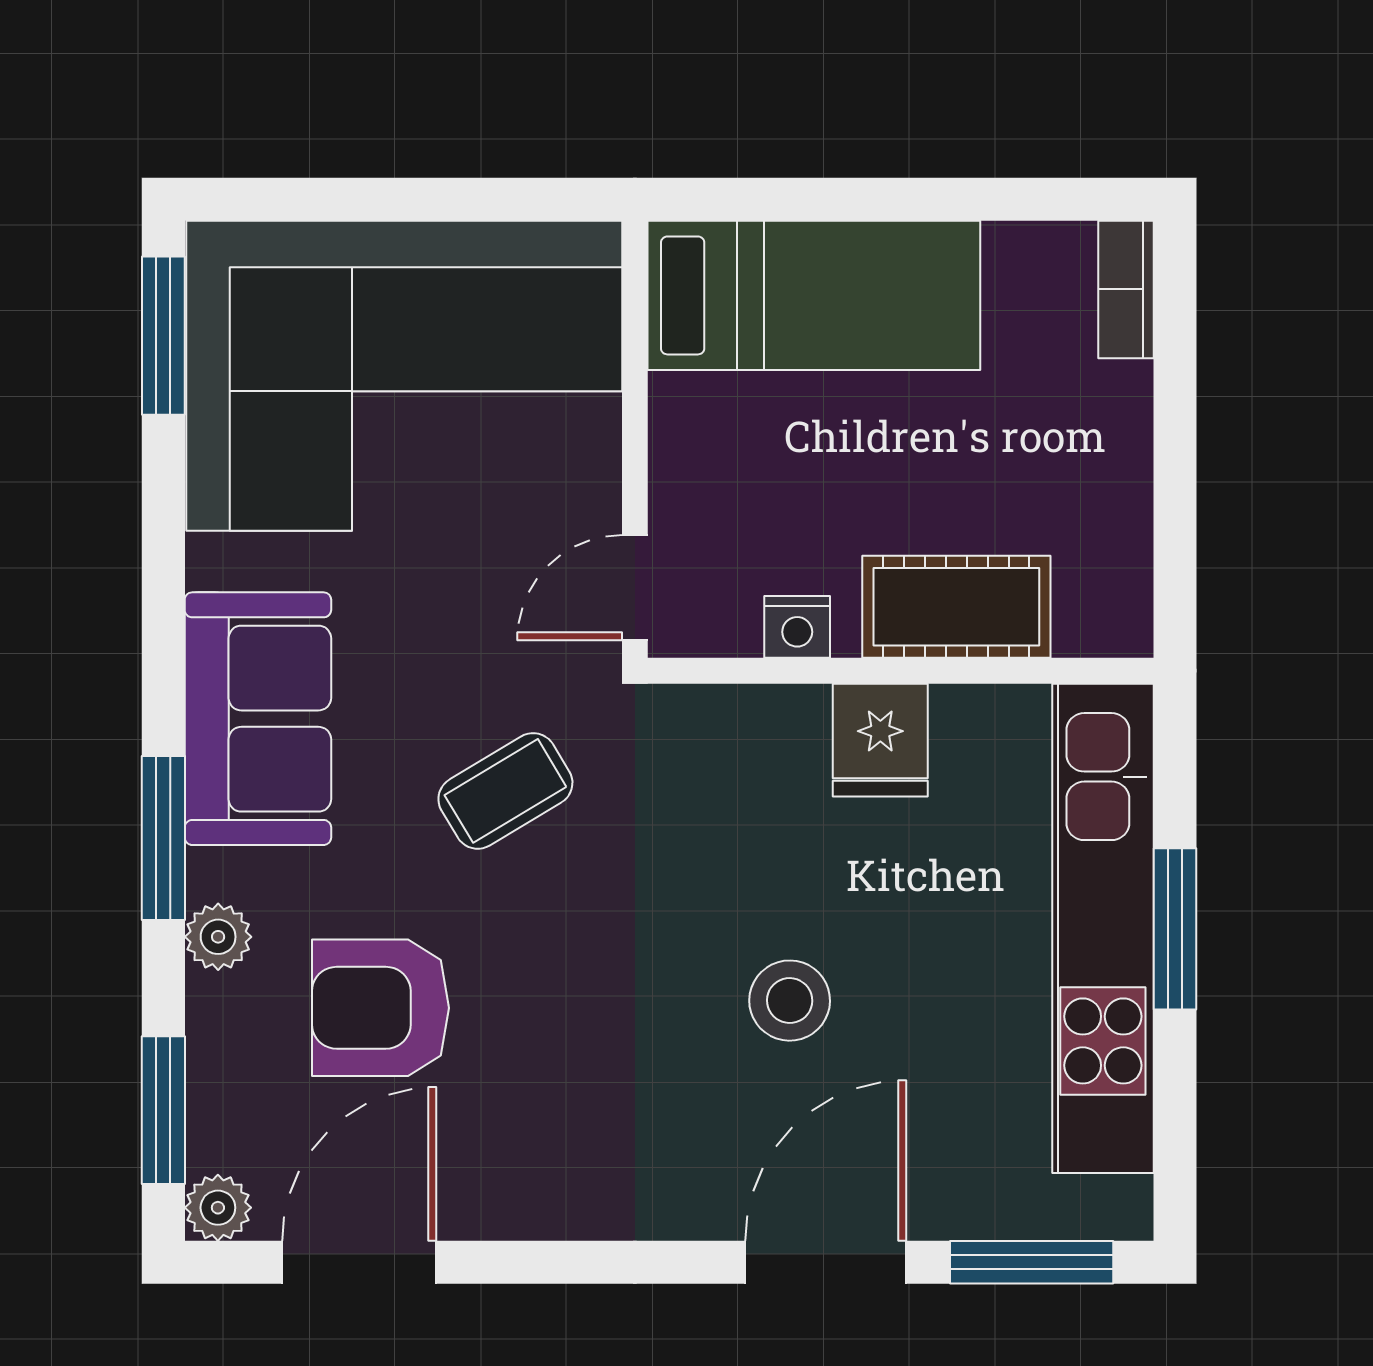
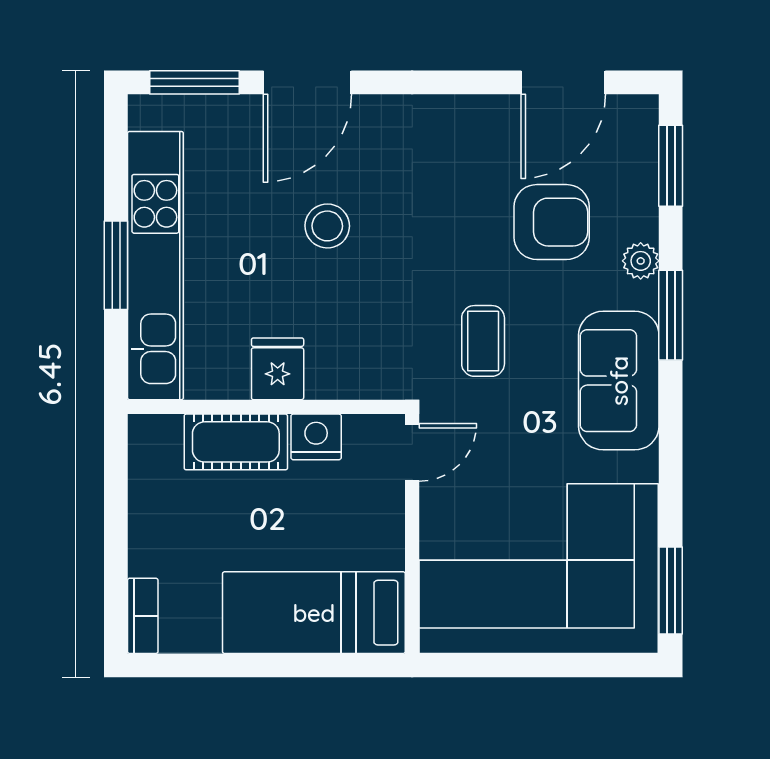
nightstand: (797, 627) -> (316, 437), width x1.39, depth x1.35
coffee table: (505, 791) -> (483, 341), turned -59
plant: (218, 1208) -> (641, 112), removed

